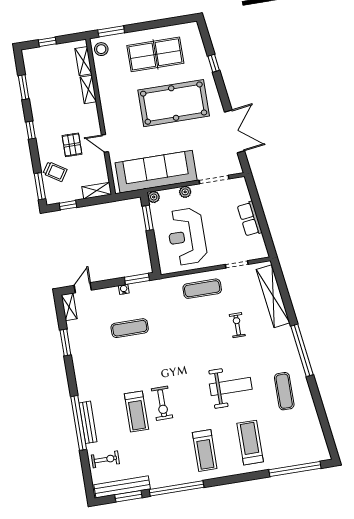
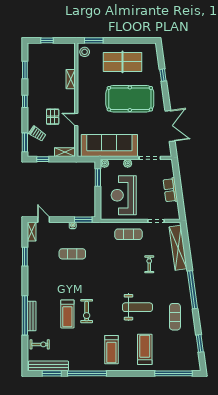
shelving: (83, 61) -> (71, 58), removed
door: (83, 288) -> (44, 220), hinge flipped
window: (324, 422) -> (200, 343), added

